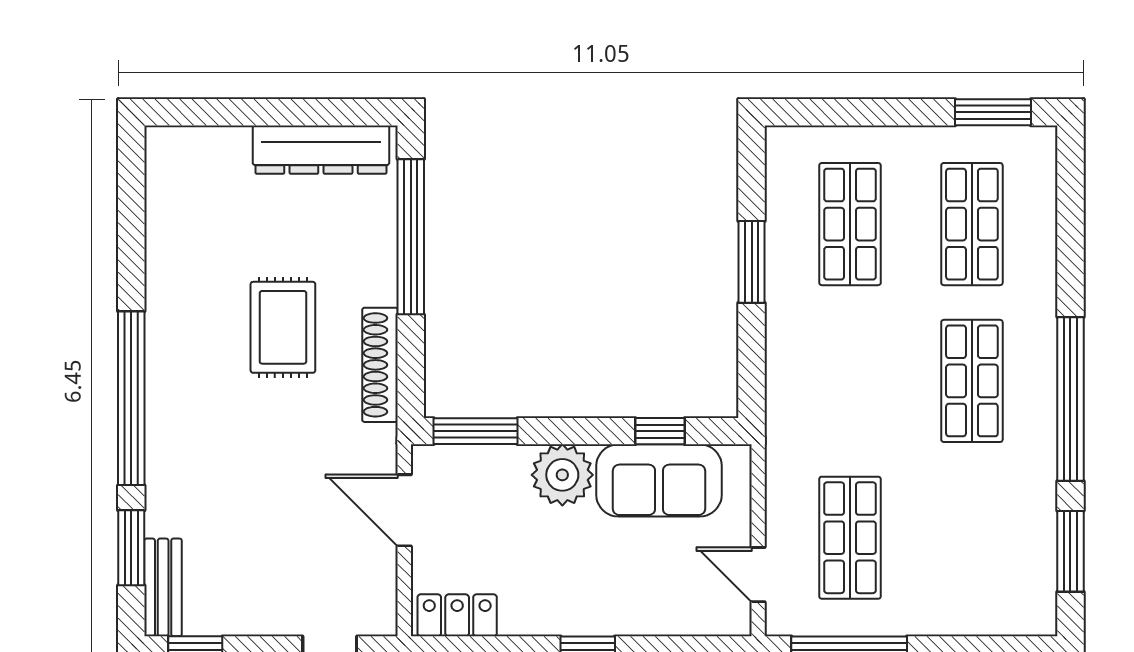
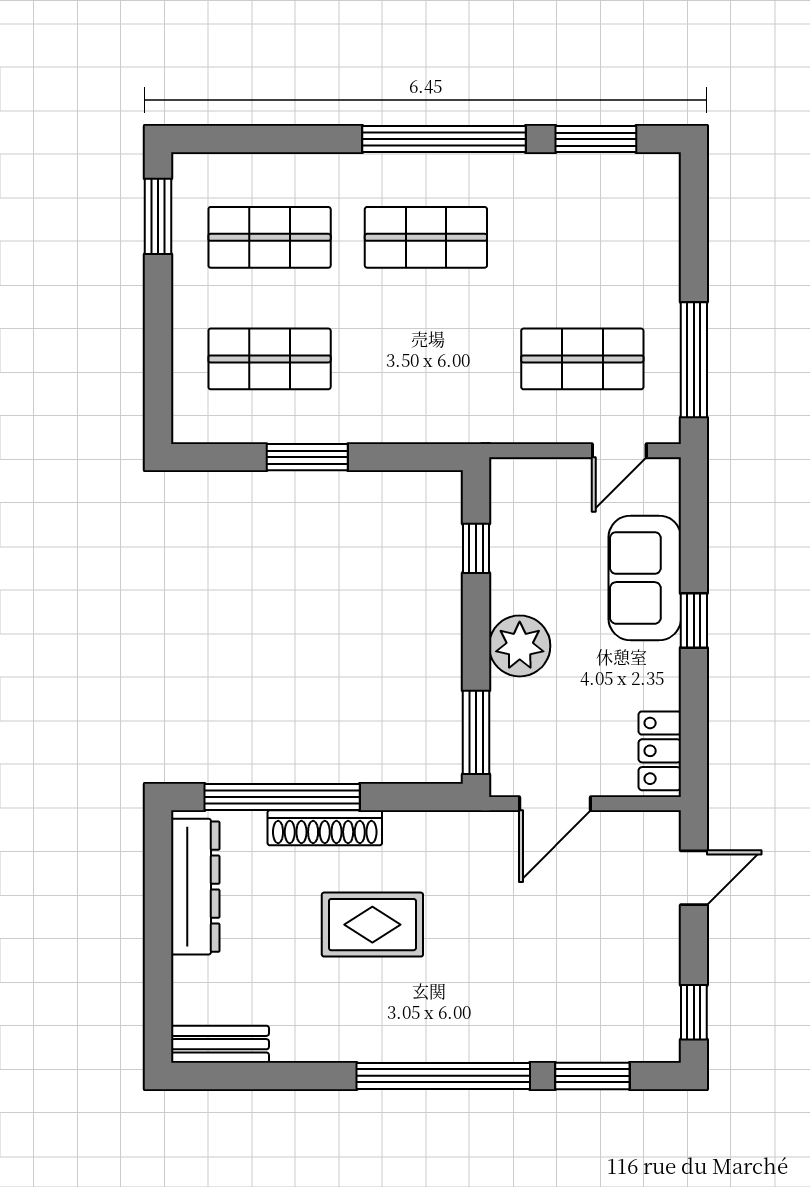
shoe rack: (380, 365) -> (325, 828), moved
sofa: (659, 480) -> (645, 578), moved, turned 180
bench: (163, 587) -> (220, 1044), moved

